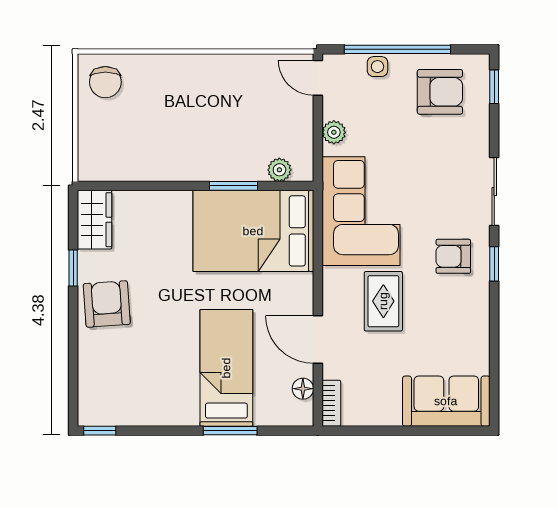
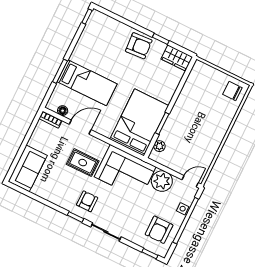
plant: (334, 132) -> (162, 181), width x1.88, depth x1.88

